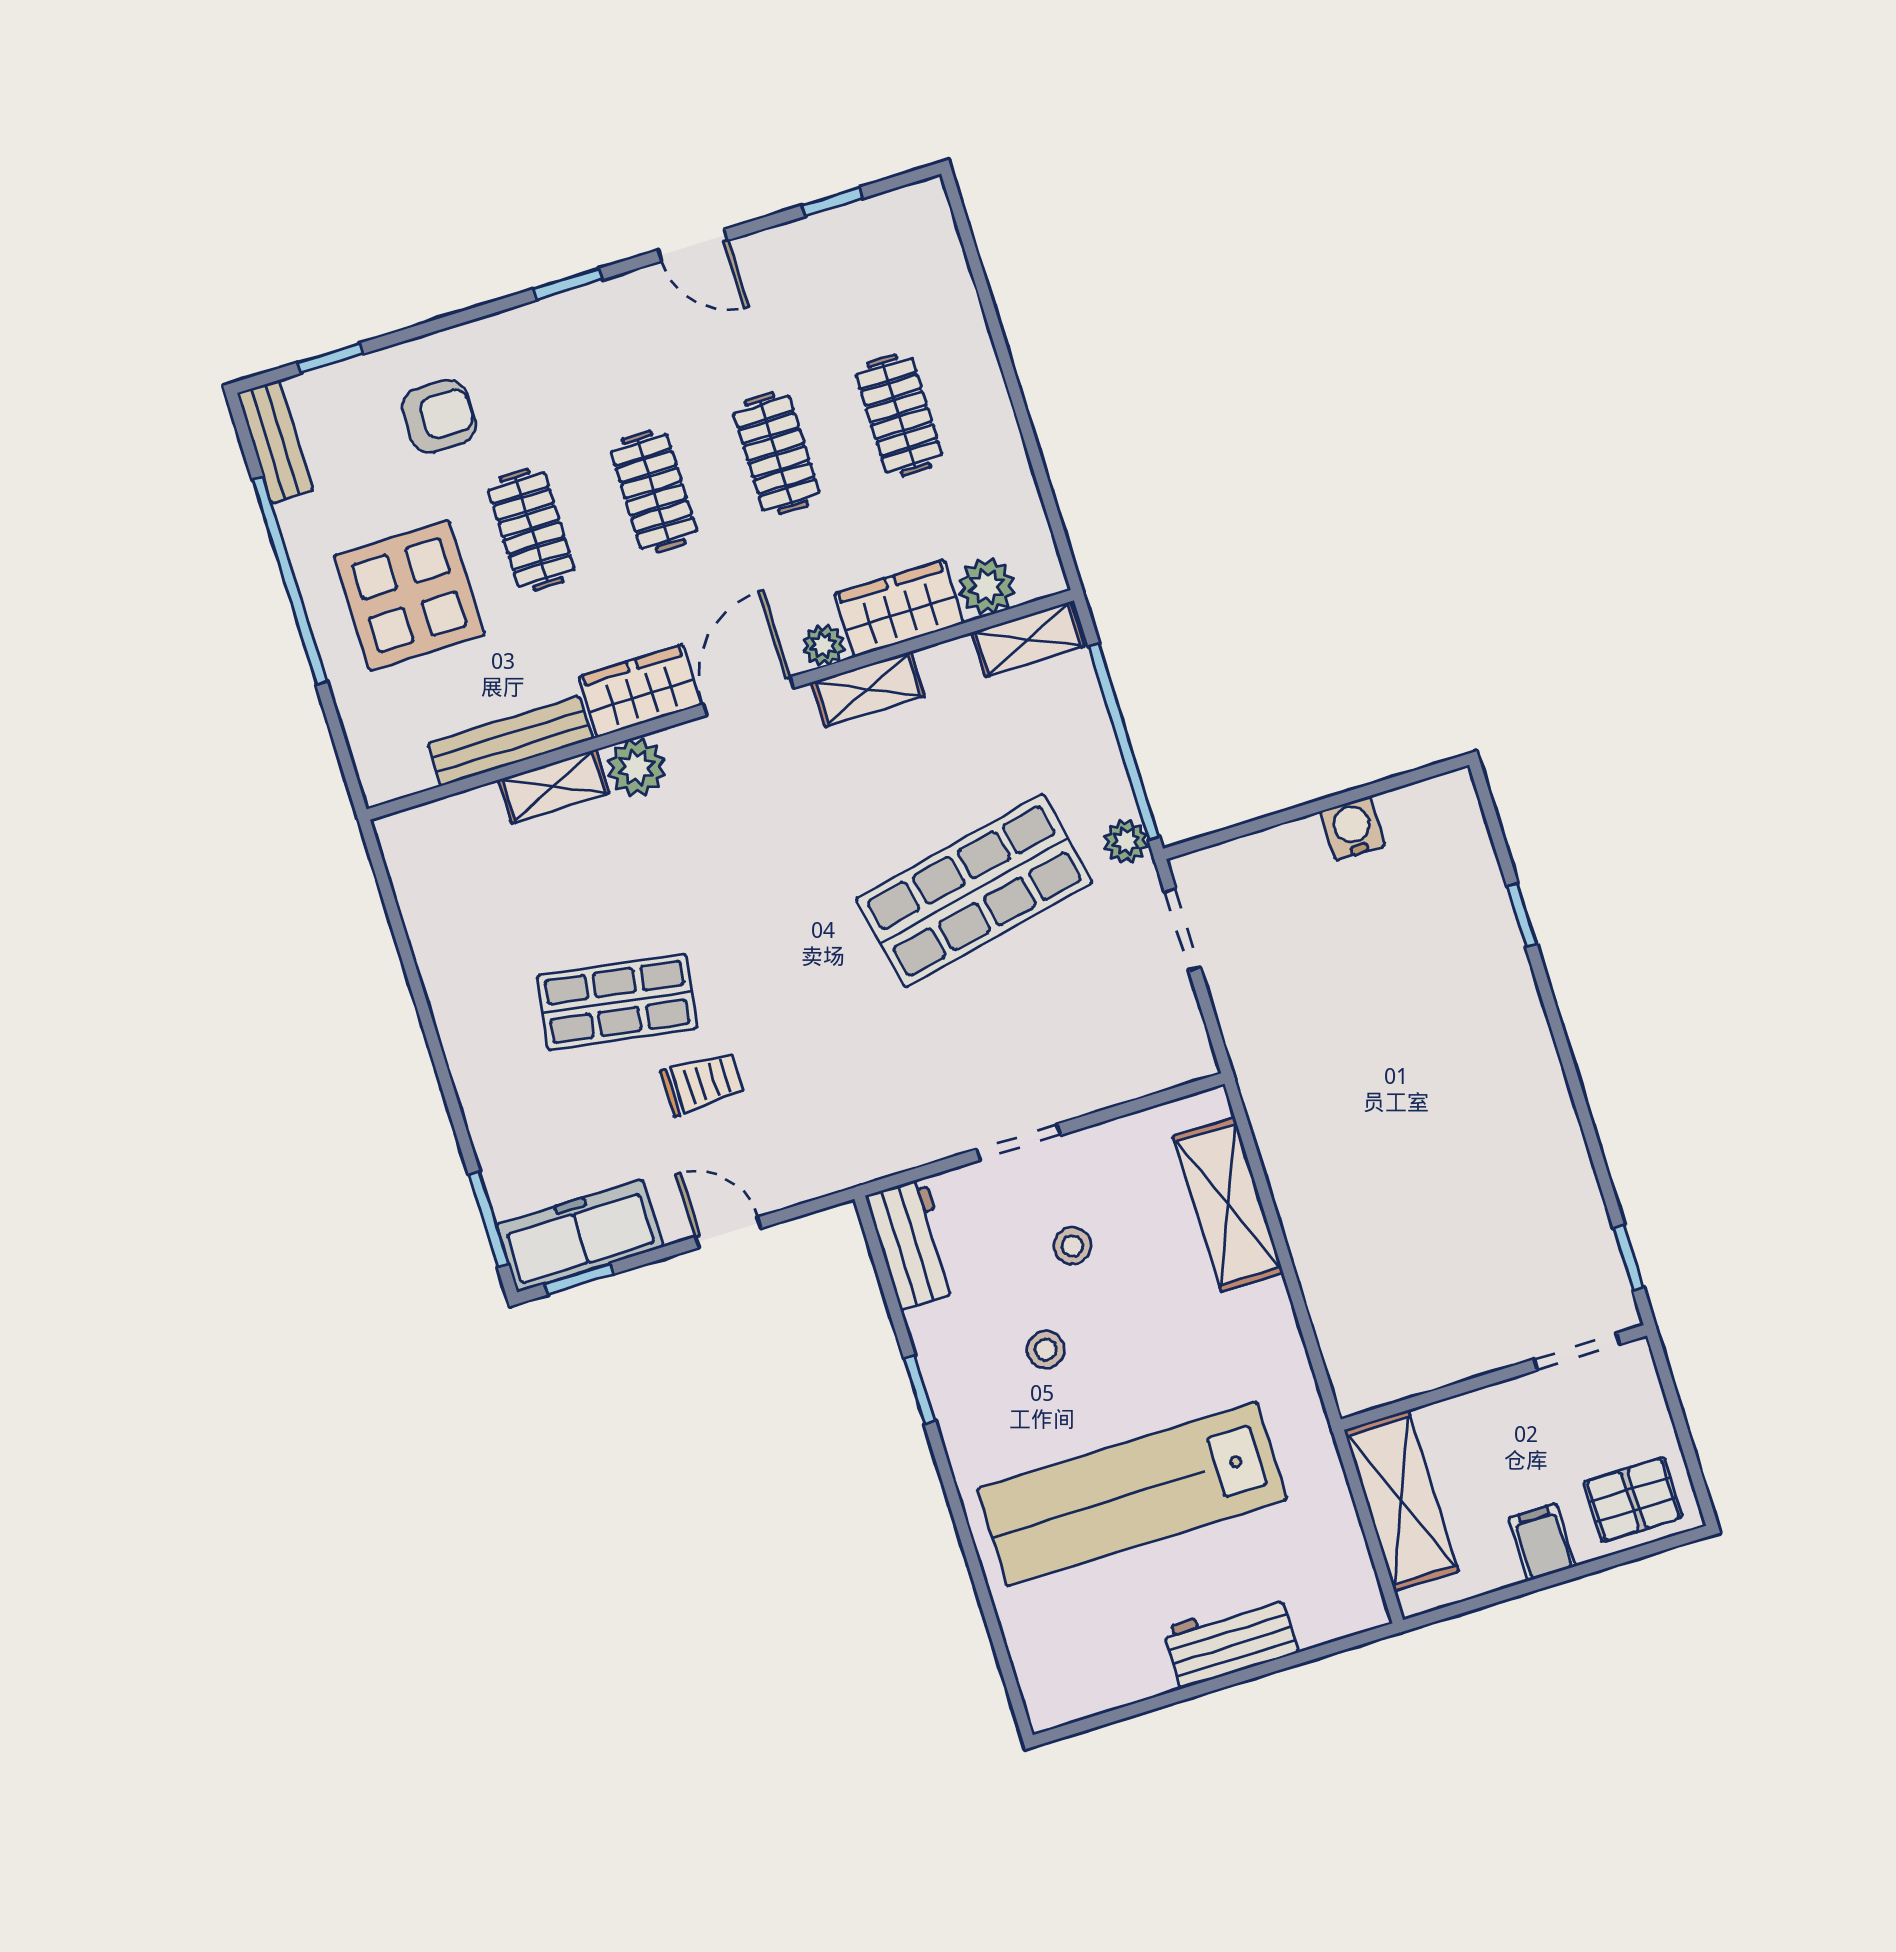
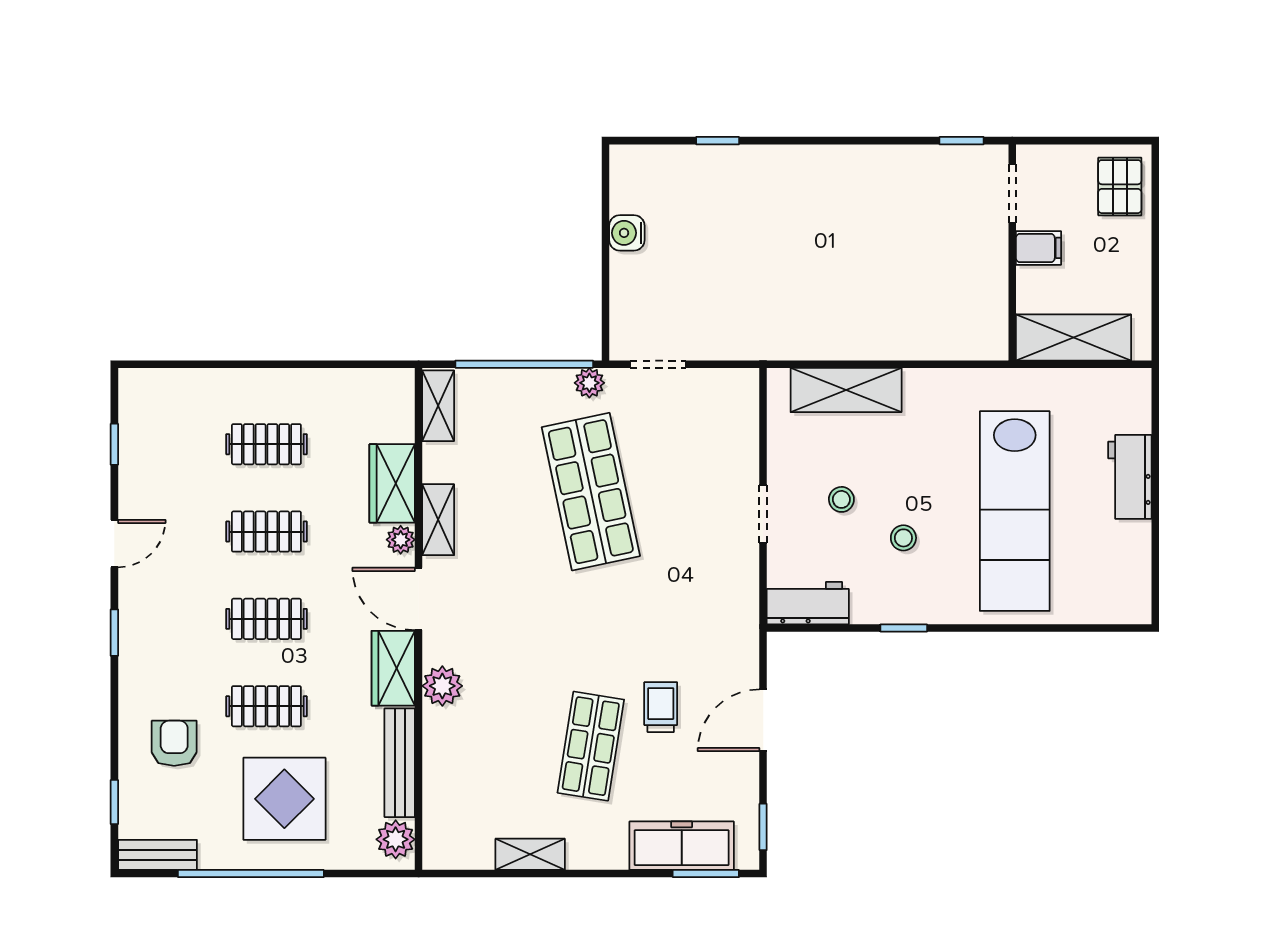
plant: (987, 586) -> (396, 839), moved
shelving: (554, 786) -> (530, 854), moved, turned 90
door: (729, 1232) -> (763, 720), width x1.38
freezer: (580, 1236) -> (682, 846), moved, turned 90
filing cabinet: (1542, 1542) -> (1039, 248), moved, turned 180

